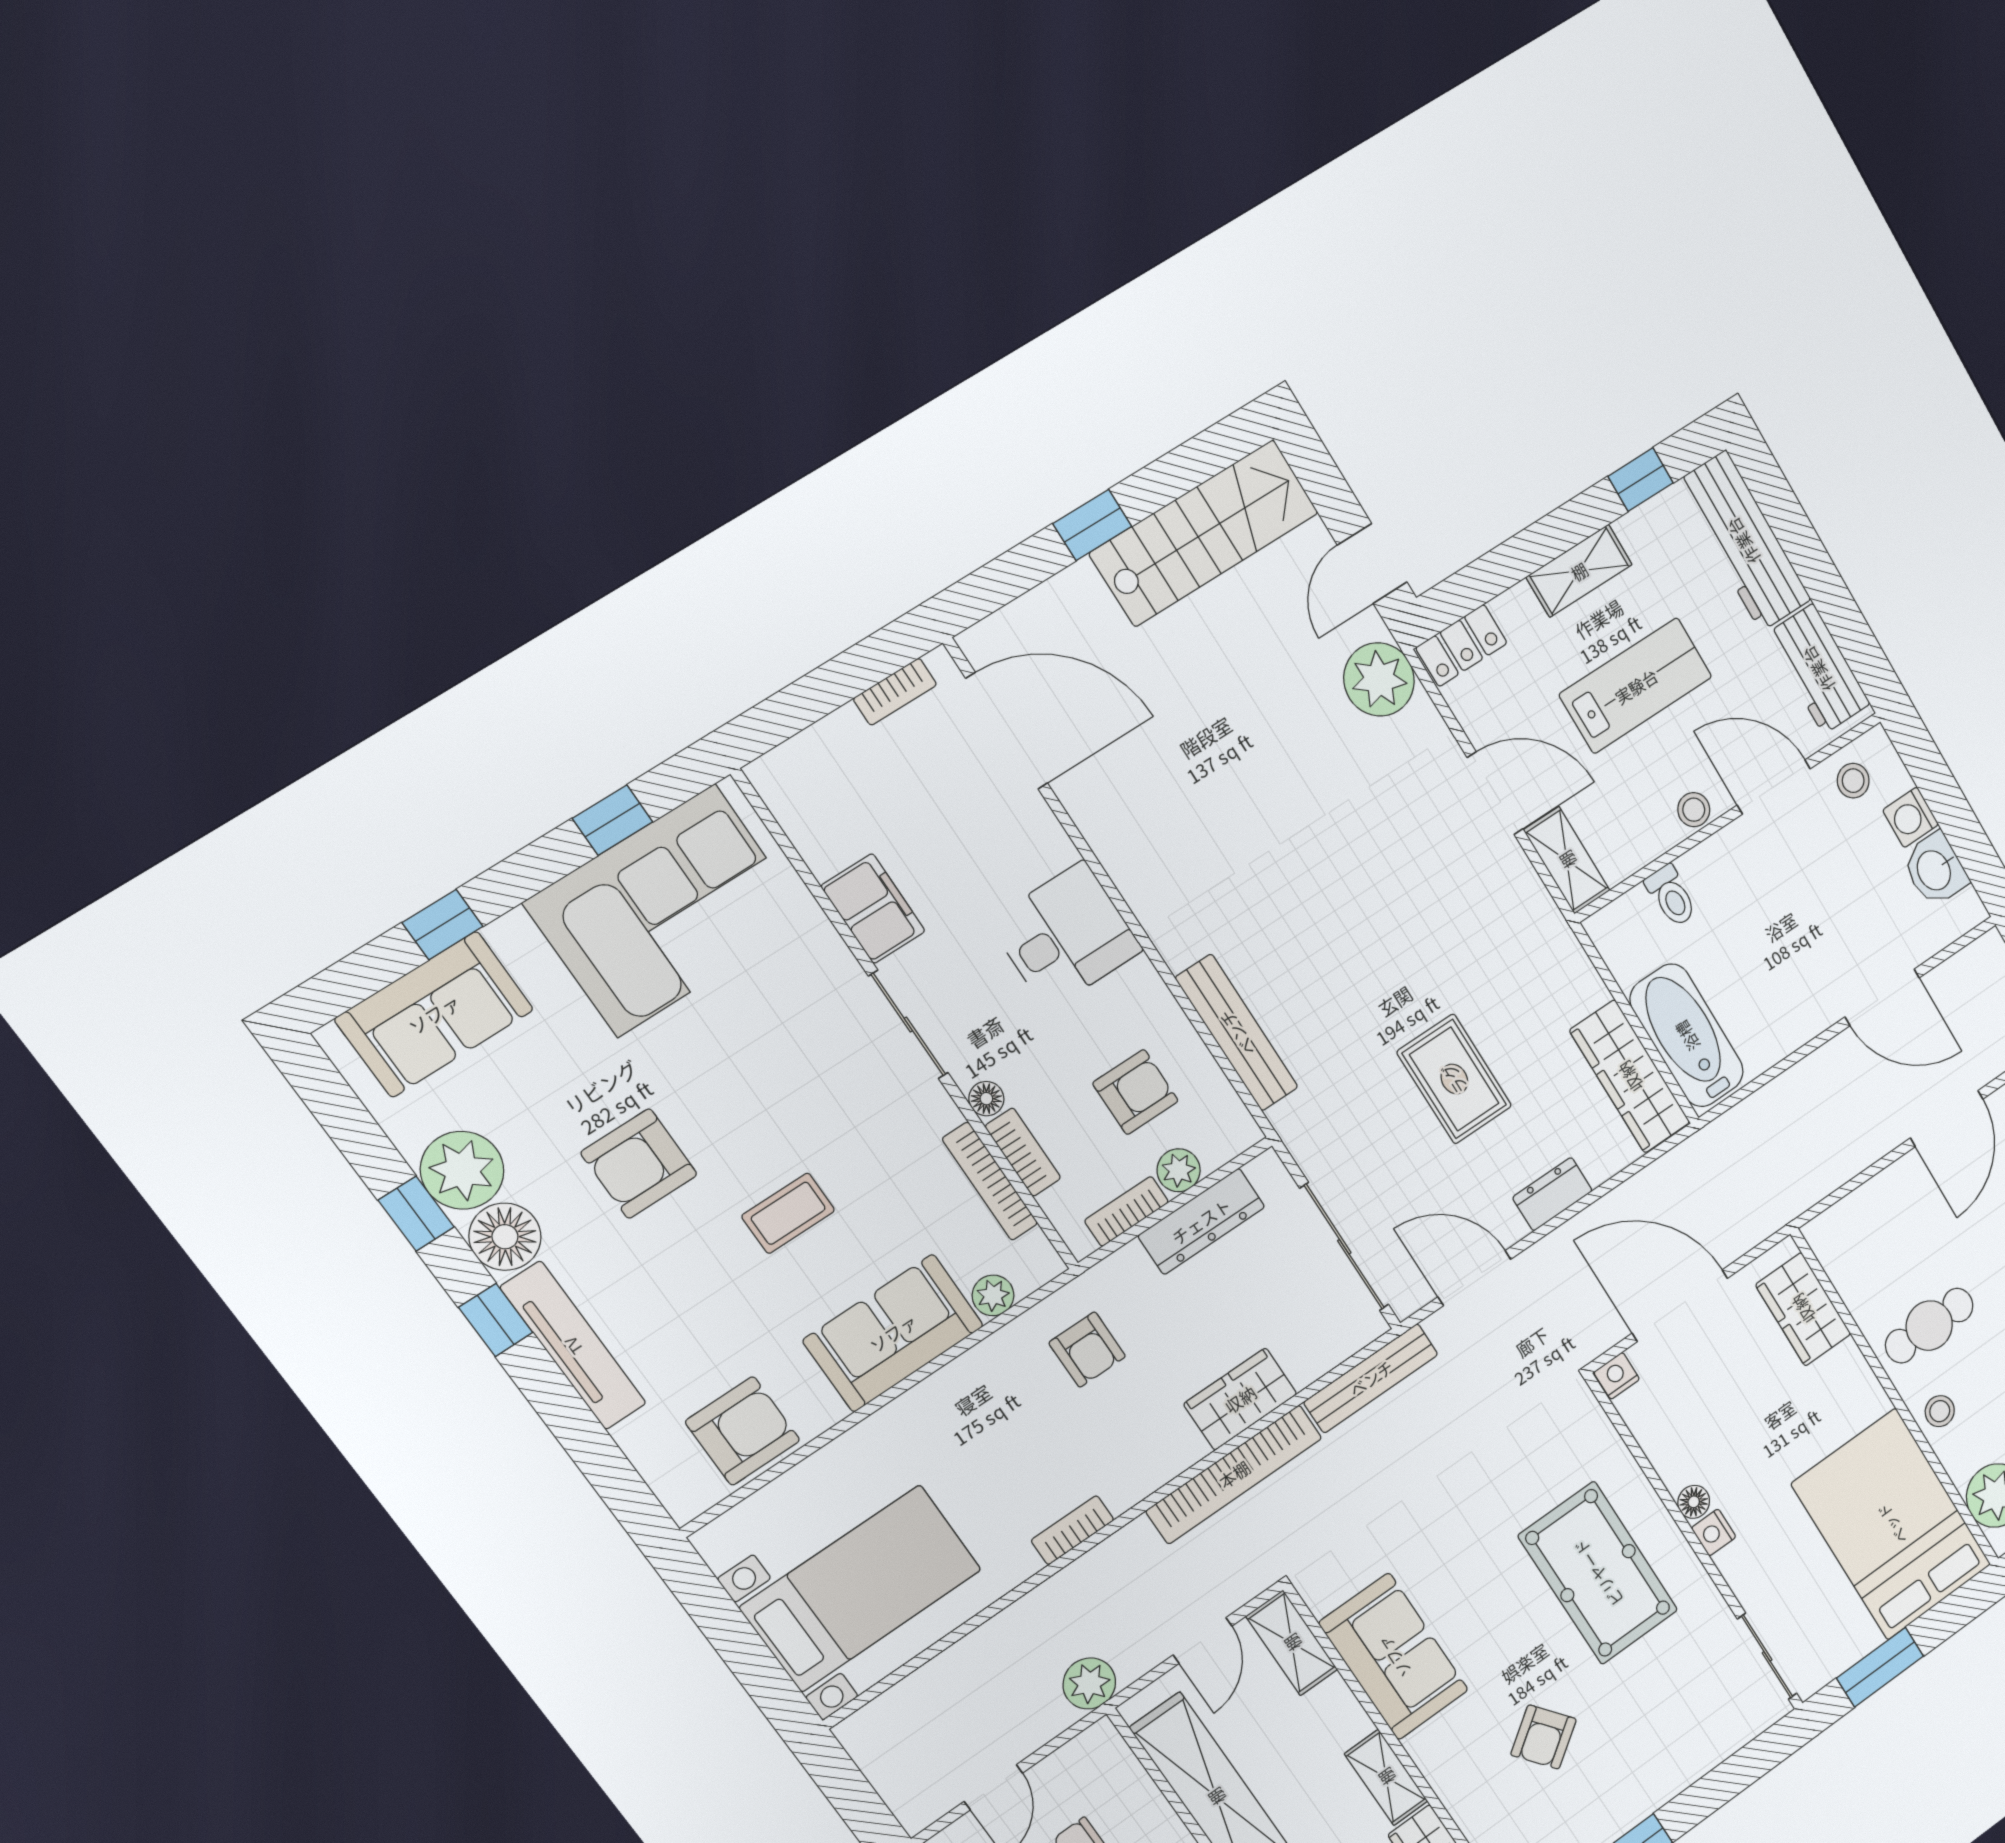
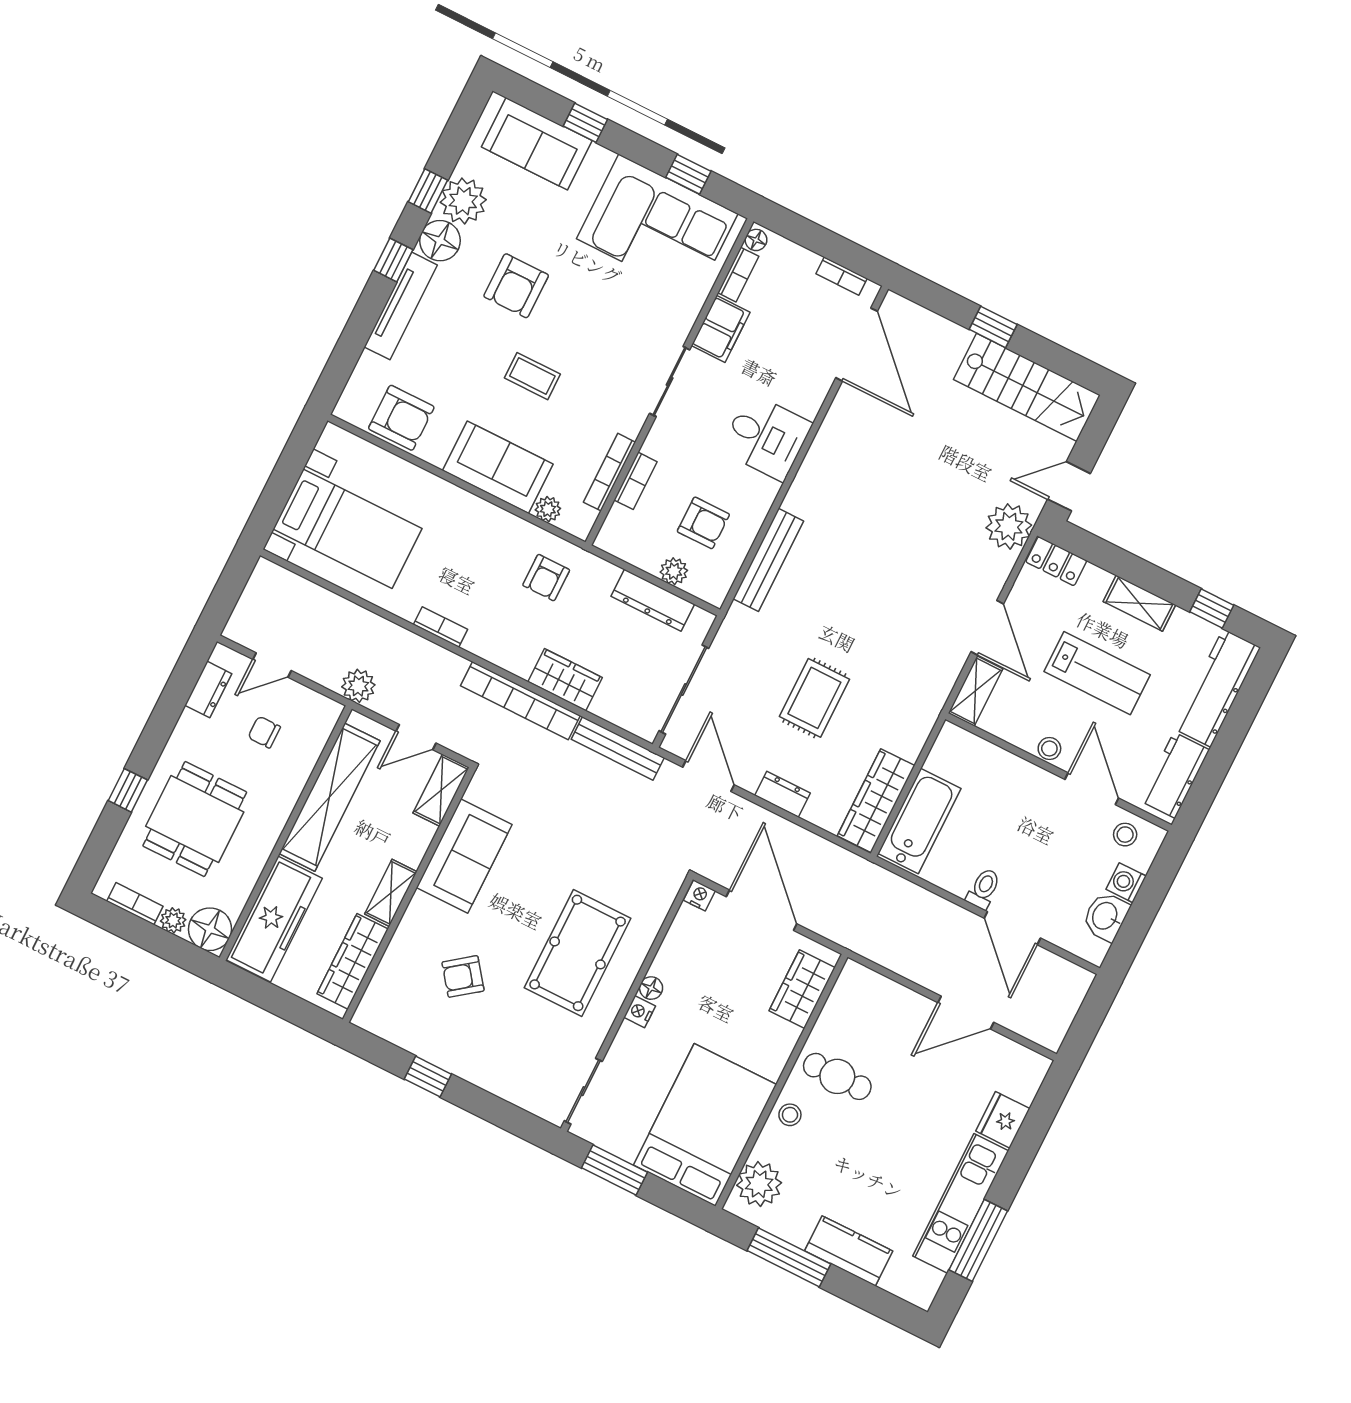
toilet: (1671, 896) -> (984, 889), moved, turned 180
floor lamp: (986, 1099) -> (756, 240), moved
armchair: (639, 1164) -> (516, 286), turned -90
bookcase: (1127, 1211) -> (738, 275), moved, turned 90

